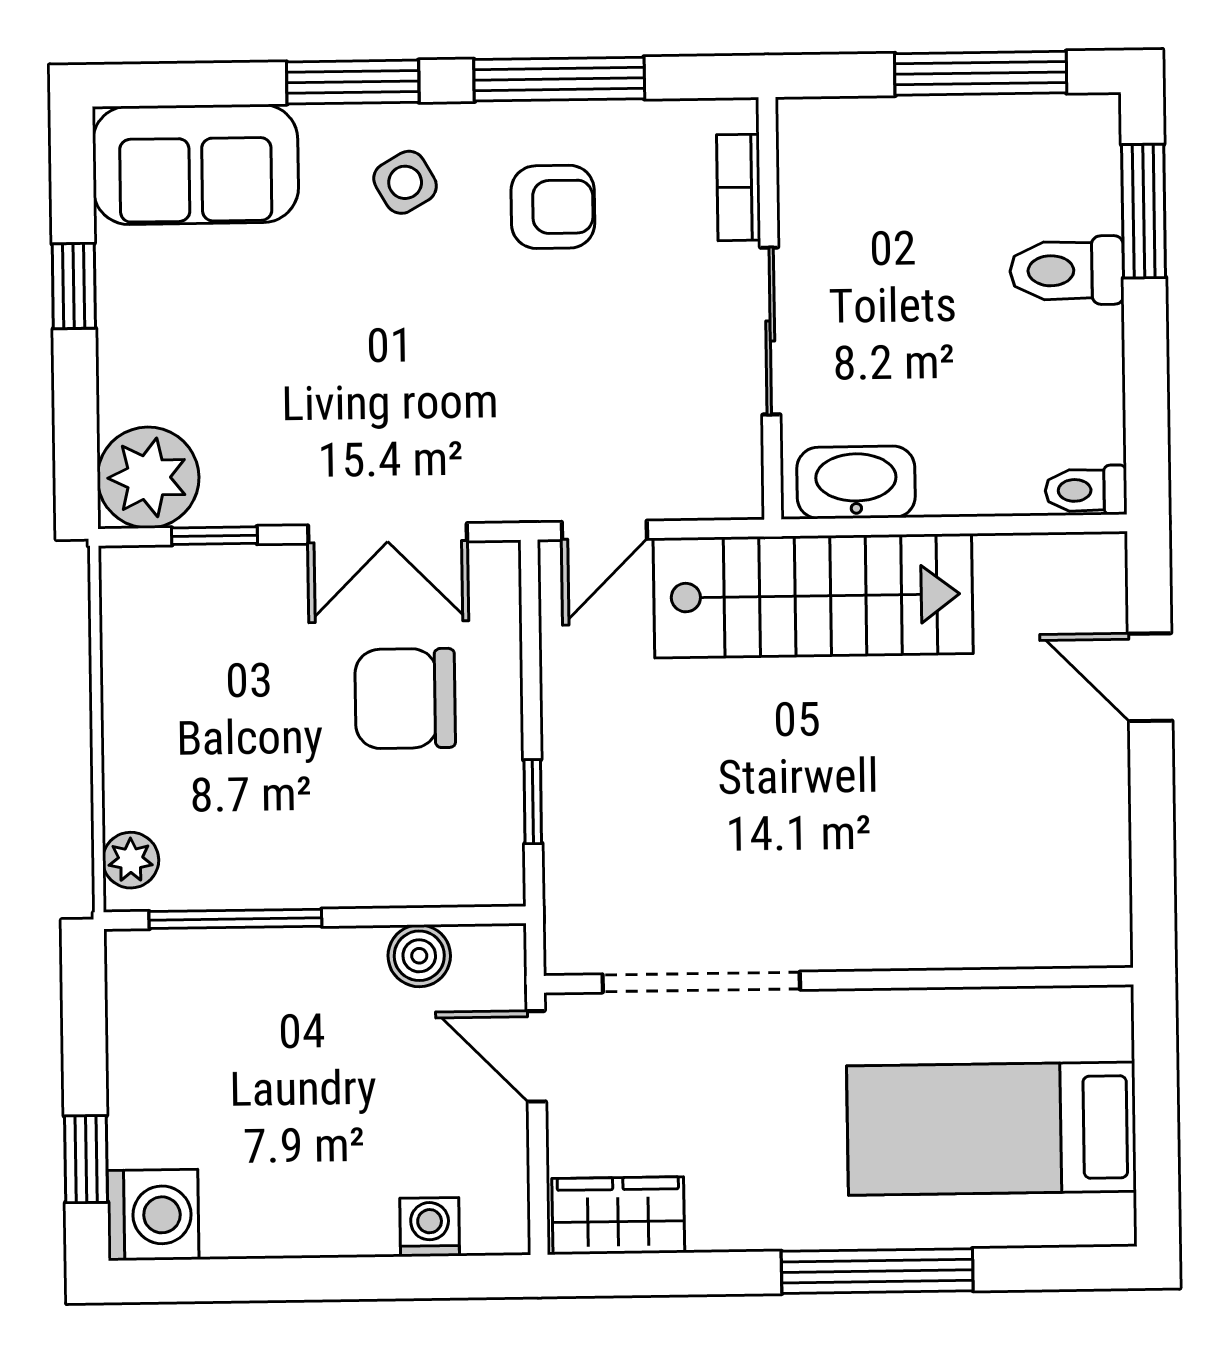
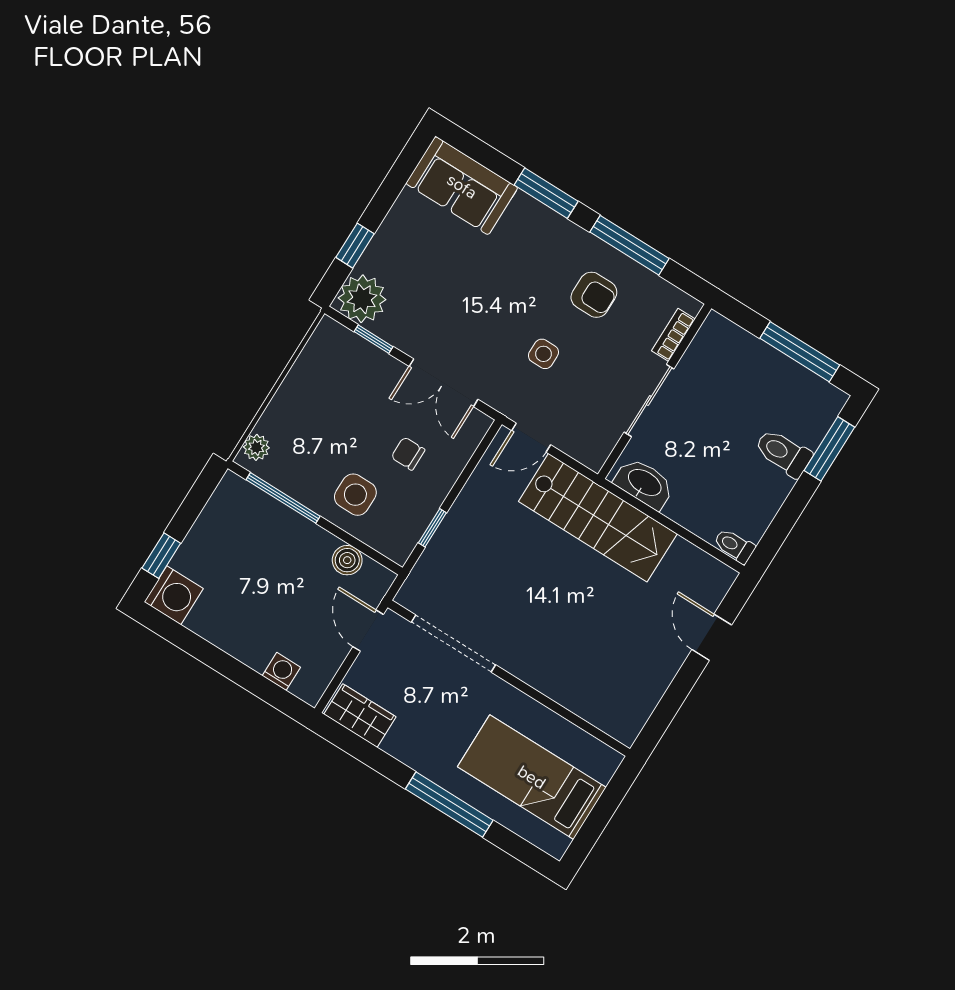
side table: (405, 182) -> (543, 354), moved, turned 30
window: (74, 286) -> (355, 246), moved
chair: (405, 699) -> (408, 454), width x0.54, depth x0.54
side table: (359, 831) -> (355, 495), added

